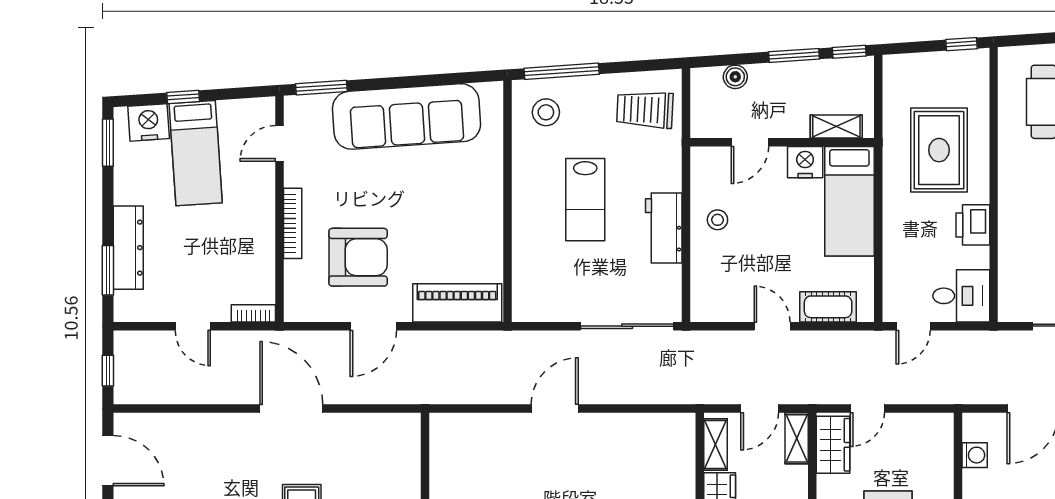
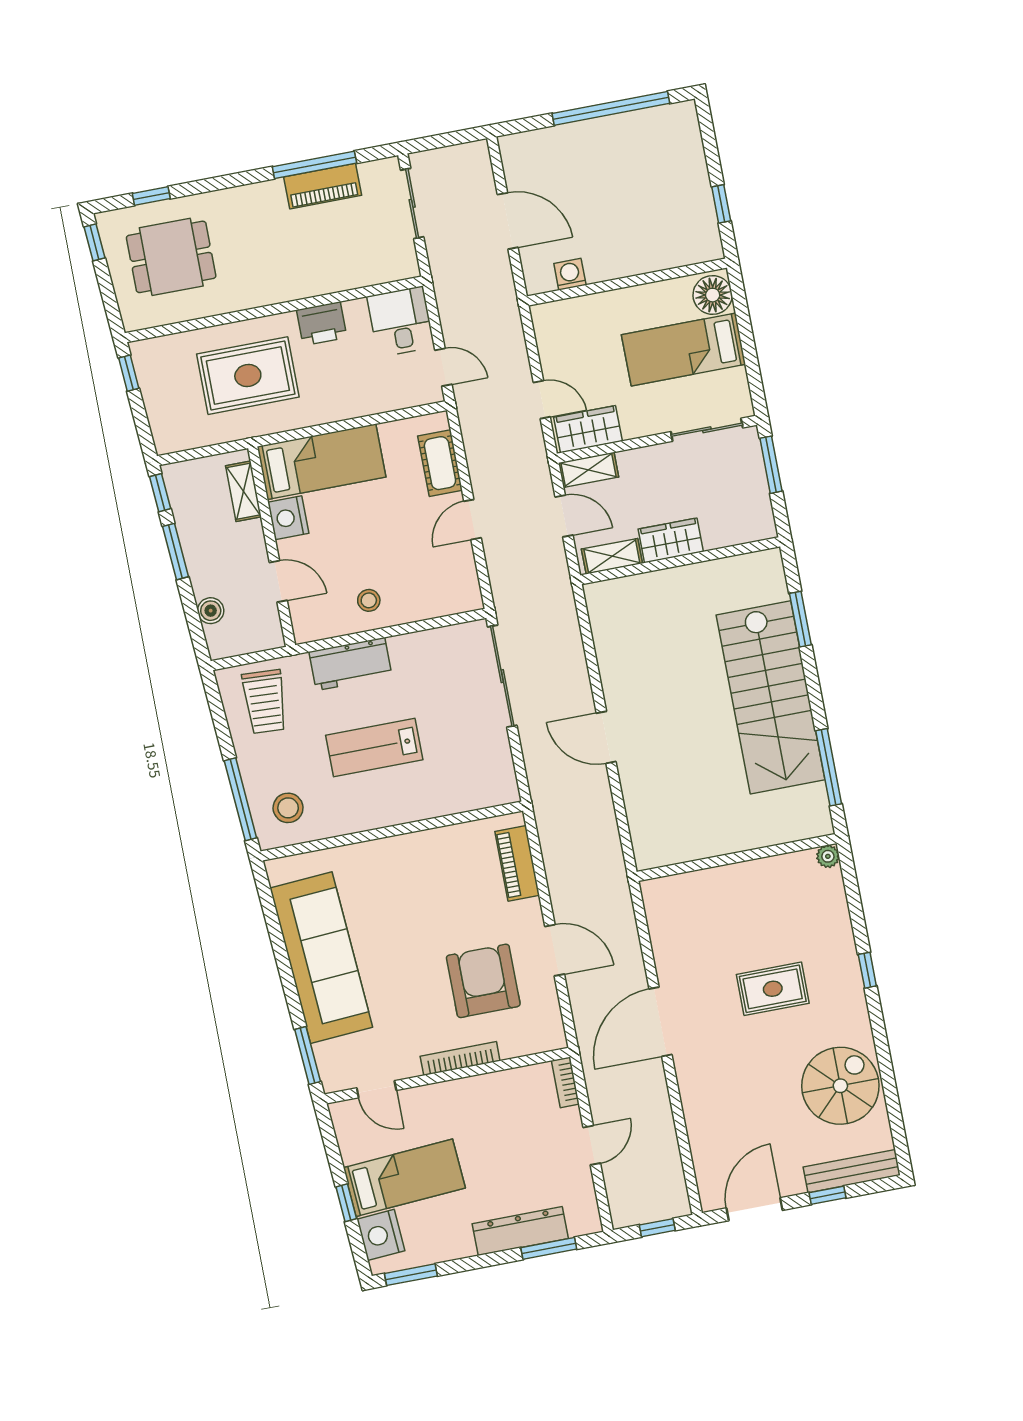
lab bench: (585, 200) -> (374, 747), turned 180
workbench: (664, 228) -> (350, 664), moved
piano: (457, 303) -> (517, 863), width x0.73, depth x0.75

